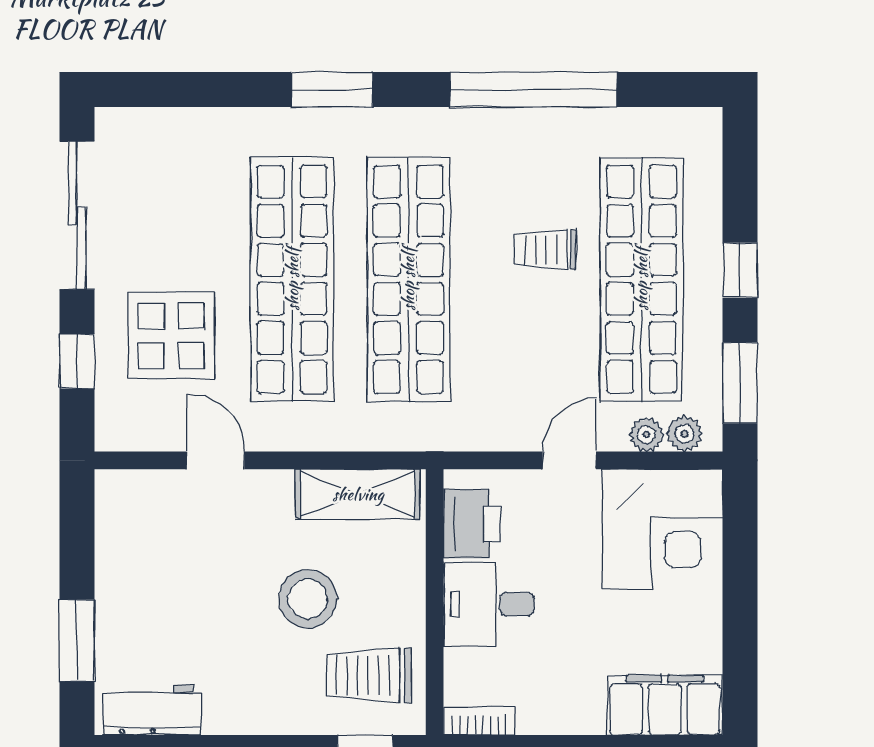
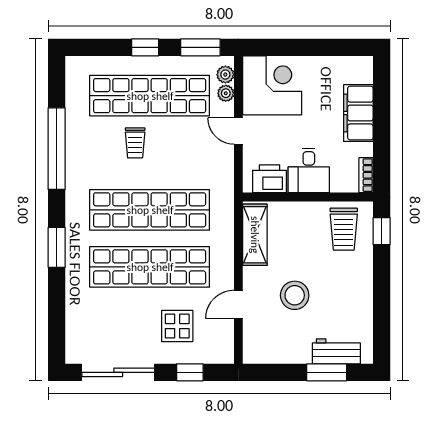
display table: (171, 336) -> (177, 326), width x0.73, depth x0.73
stool: (308, 599) -> (295, 295), moved
filing cabinet: (665, 705) -> (358, 113), moved
workbench: (152, 710) -> (336, 351), moved, turned 90

